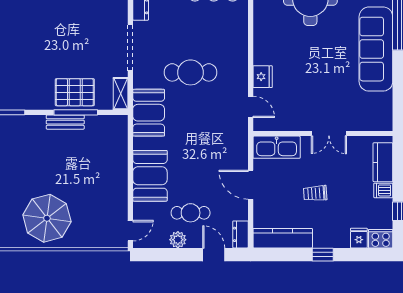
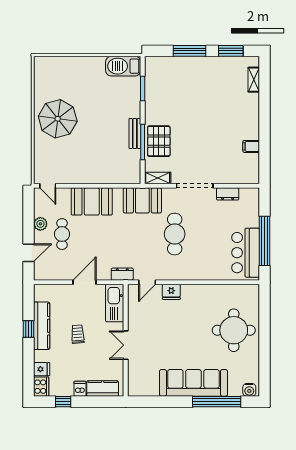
dresser: (241, 234) -> (122, 274), moved
kitchen counter: (283, 238) -> (42, 326), moved
window: (323, 255) -> (29, 329), moved

